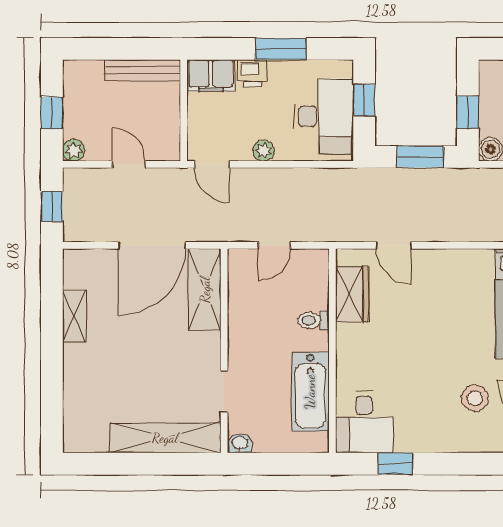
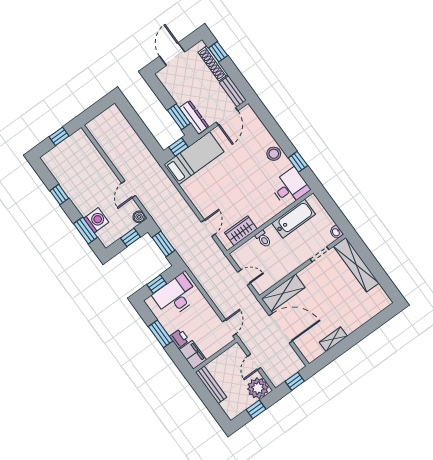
plant: (74, 150) -> (258, 388), width x1.87, depth x1.87
plant: (263, 151) -> (208, 311), removed
stool: (475, 398) -> (274, 154), moved

